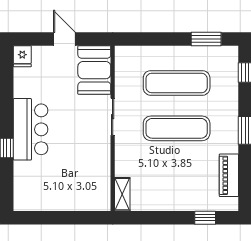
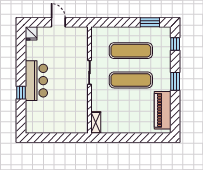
booth: (94, 70) -> (78, 42), removed
piano: (229, 175) -> (163, 110), width x1.37, depth x1.33
window: (205, 218) -> (149, 138), removed

